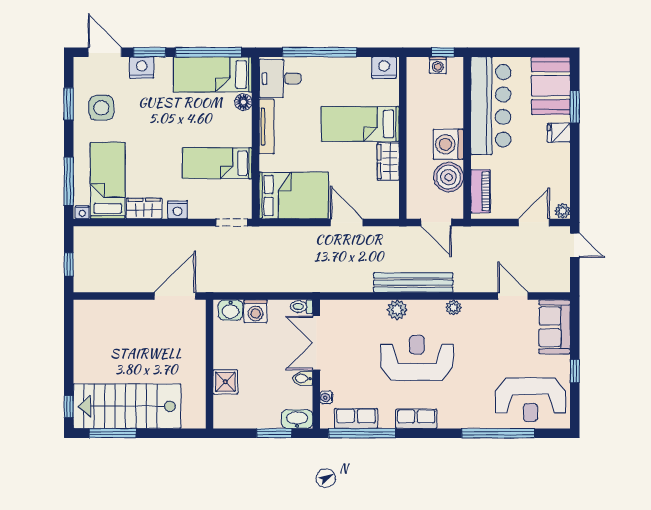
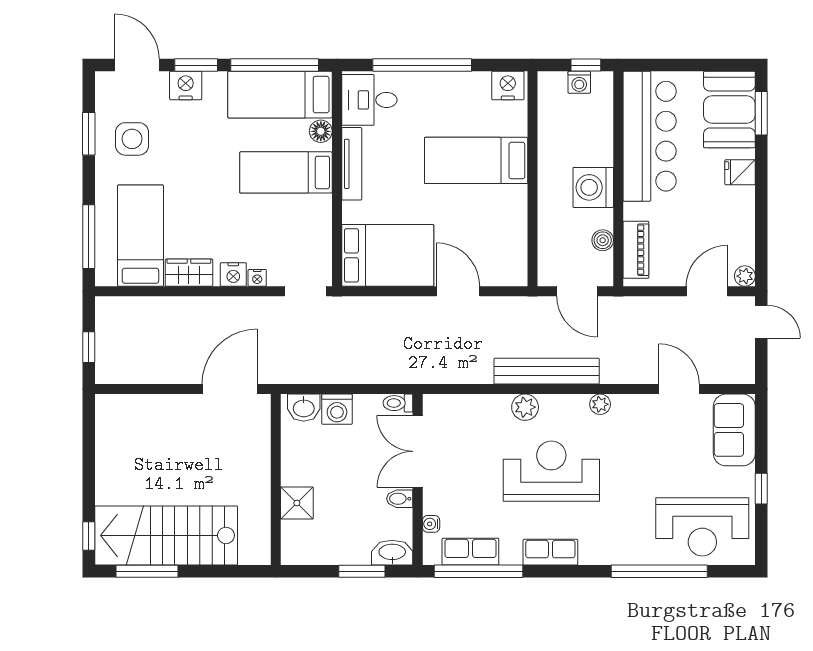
window: (575, 107) -> (761, 113), moved
wardrobe: (388, 162) -> (513, 210), removed
bed: (217, 163) -> (286, 172), moved
boiler: (449, 177) -> (603, 240), width x0.54, depth x0.54
nightstand: (82, 212) -> (257, 278), moved

